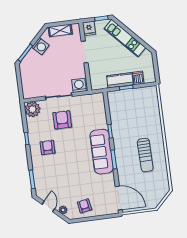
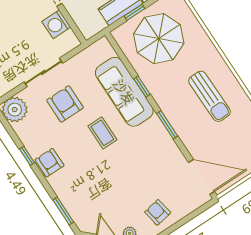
washing machine: (79, 85) -> (56, 24), moved, turned -90
parasol: (133, 109) -> (159, 39), added
coffee table: (75, 146) -> (102, 133), added
armchair: (48, 147) -> (49, 163), moved
sofa: (102, 152) -> (124, 92), moved

